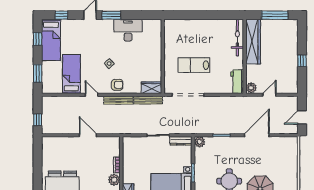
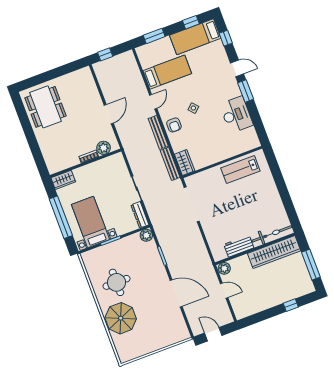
window: (302, 61) -> (291, 305), moved
lab bench: (194, 65) -> (240, 170), moved, turned -90
workbench: (237, 82) -> (239, 246), moved
plant: (114, 180) -> (103, 148), moved

